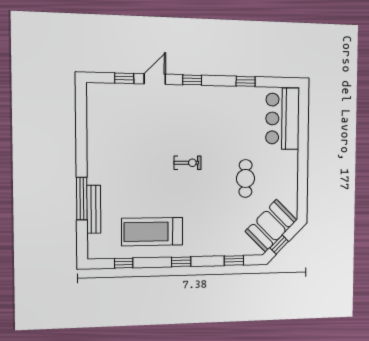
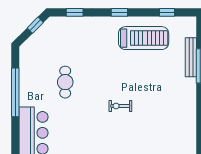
exercise bike: (188, 163) -> (120, 106), moved
window: (303, 166) -> (15, 92), added
booth: (271, 226) -> (43, 42), removed

